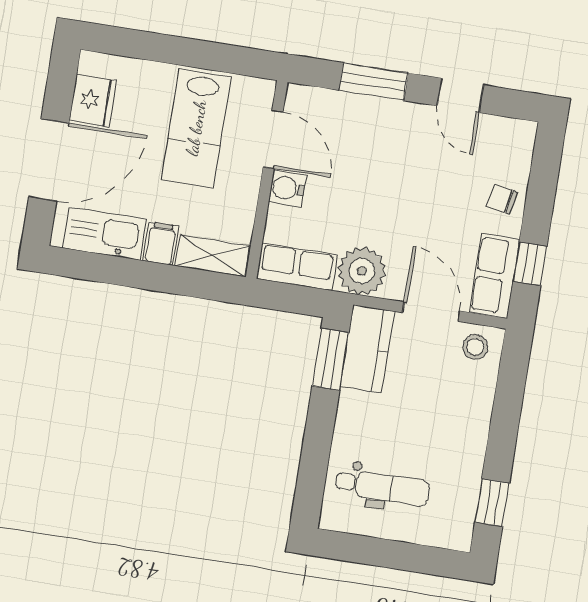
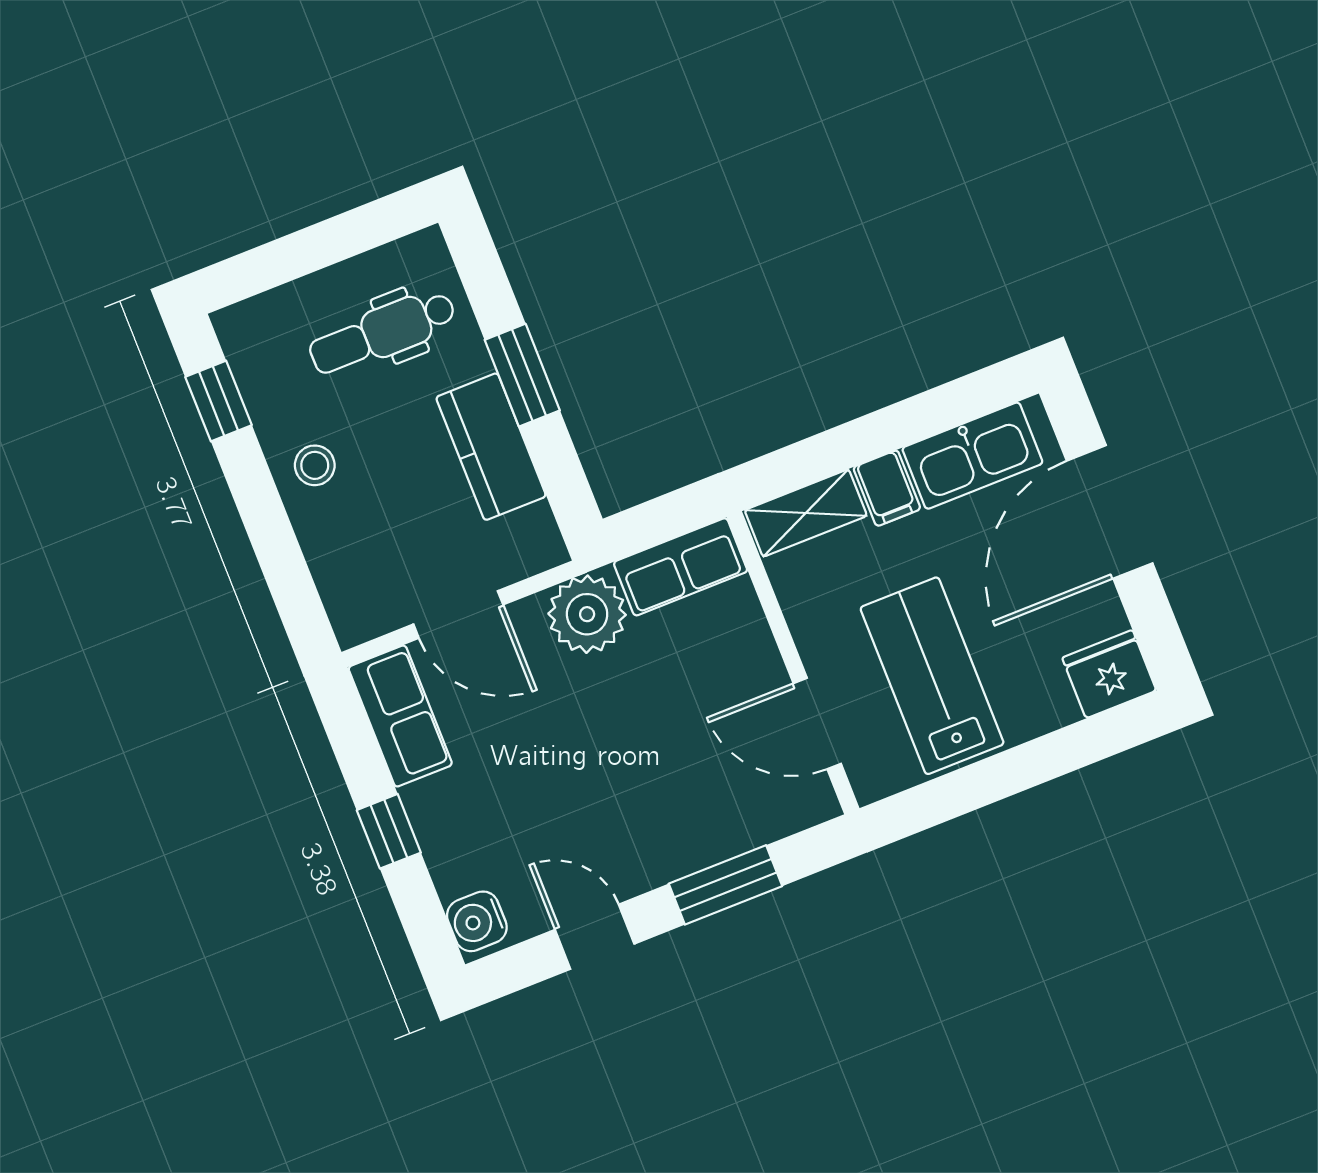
fridge: (93, 100) -> (1109, 674), moved, turned 90
water cooler: (287, 188) -> (477, 921), moved, turned 180
chair: (502, 199) -> (452, 827), removed
window: (530, 264) -> (389, 831), moved
stool: (475, 347) -> (315, 465), moved
kitchen counter: (367, 349) -> (491, 447), moved
window: (330, 359) -> (522, 375), moved

